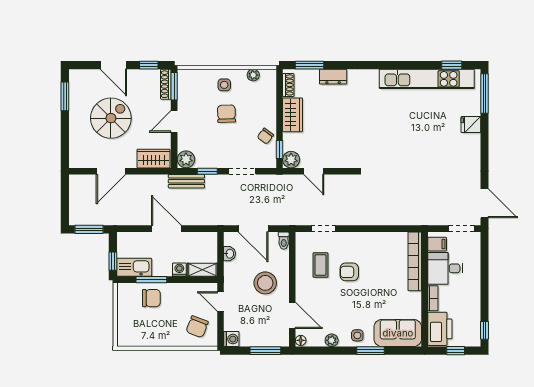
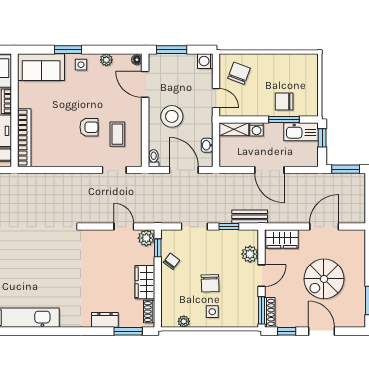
plant: (186, 159) -> (250, 254), moved

